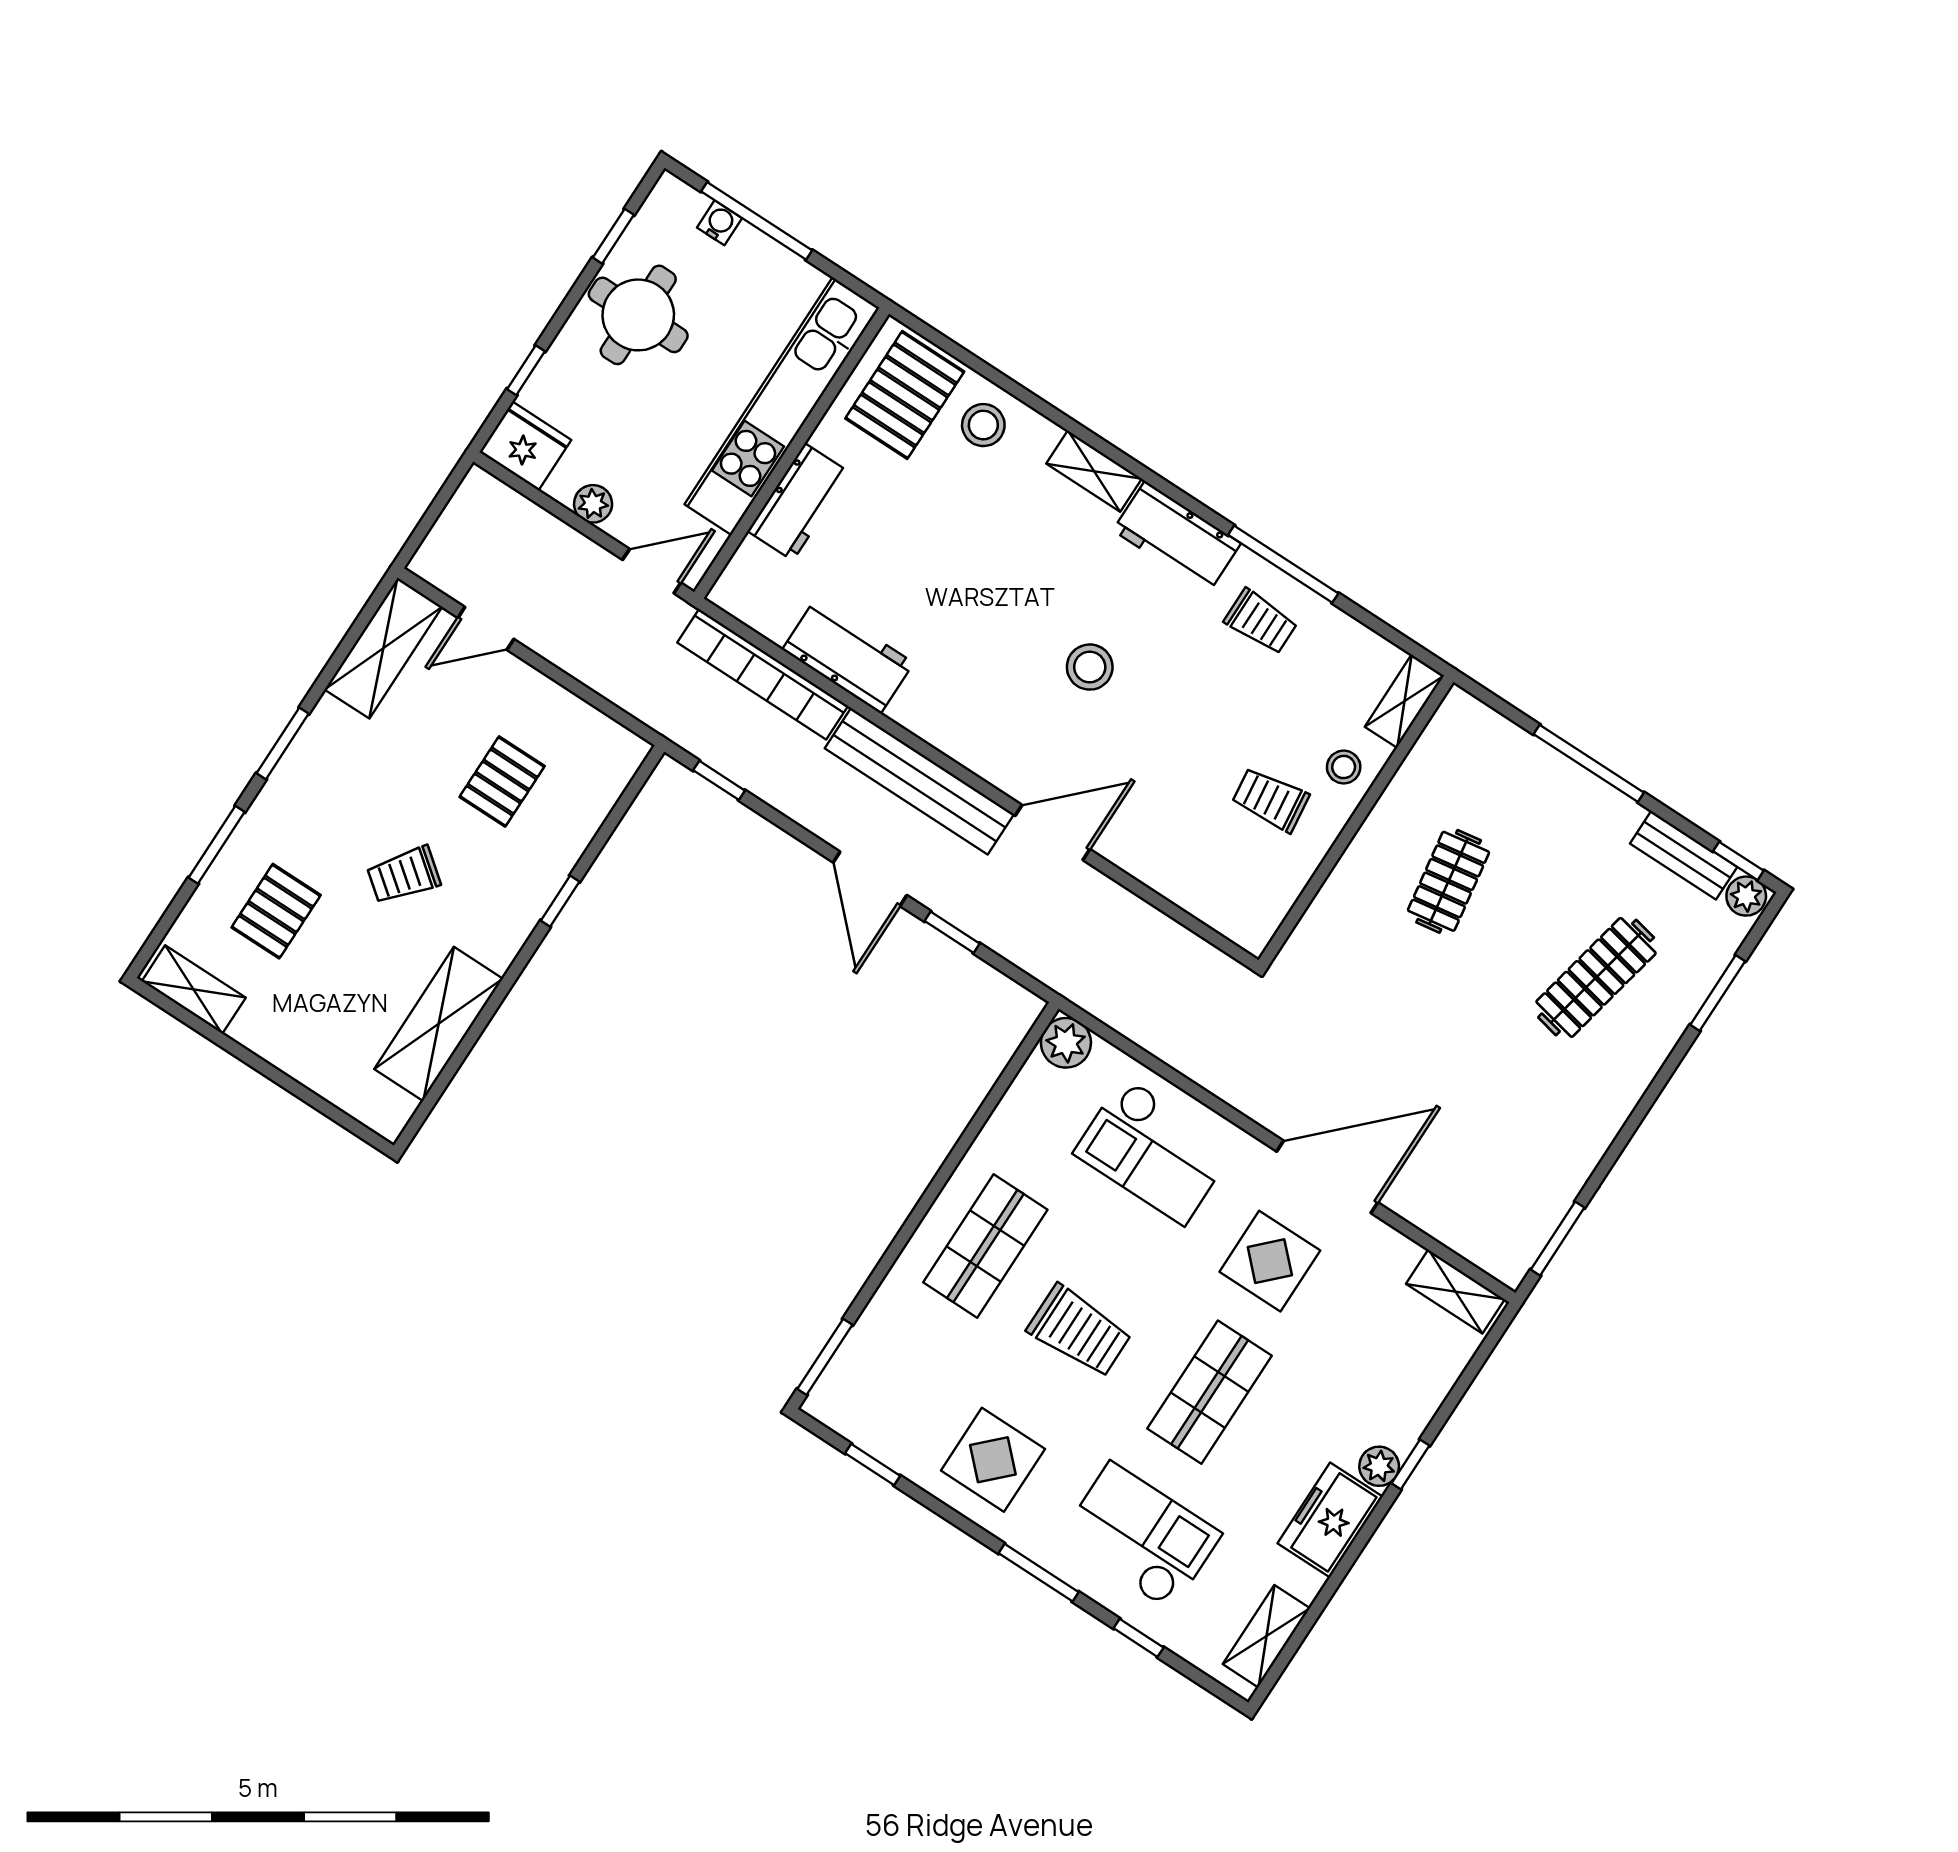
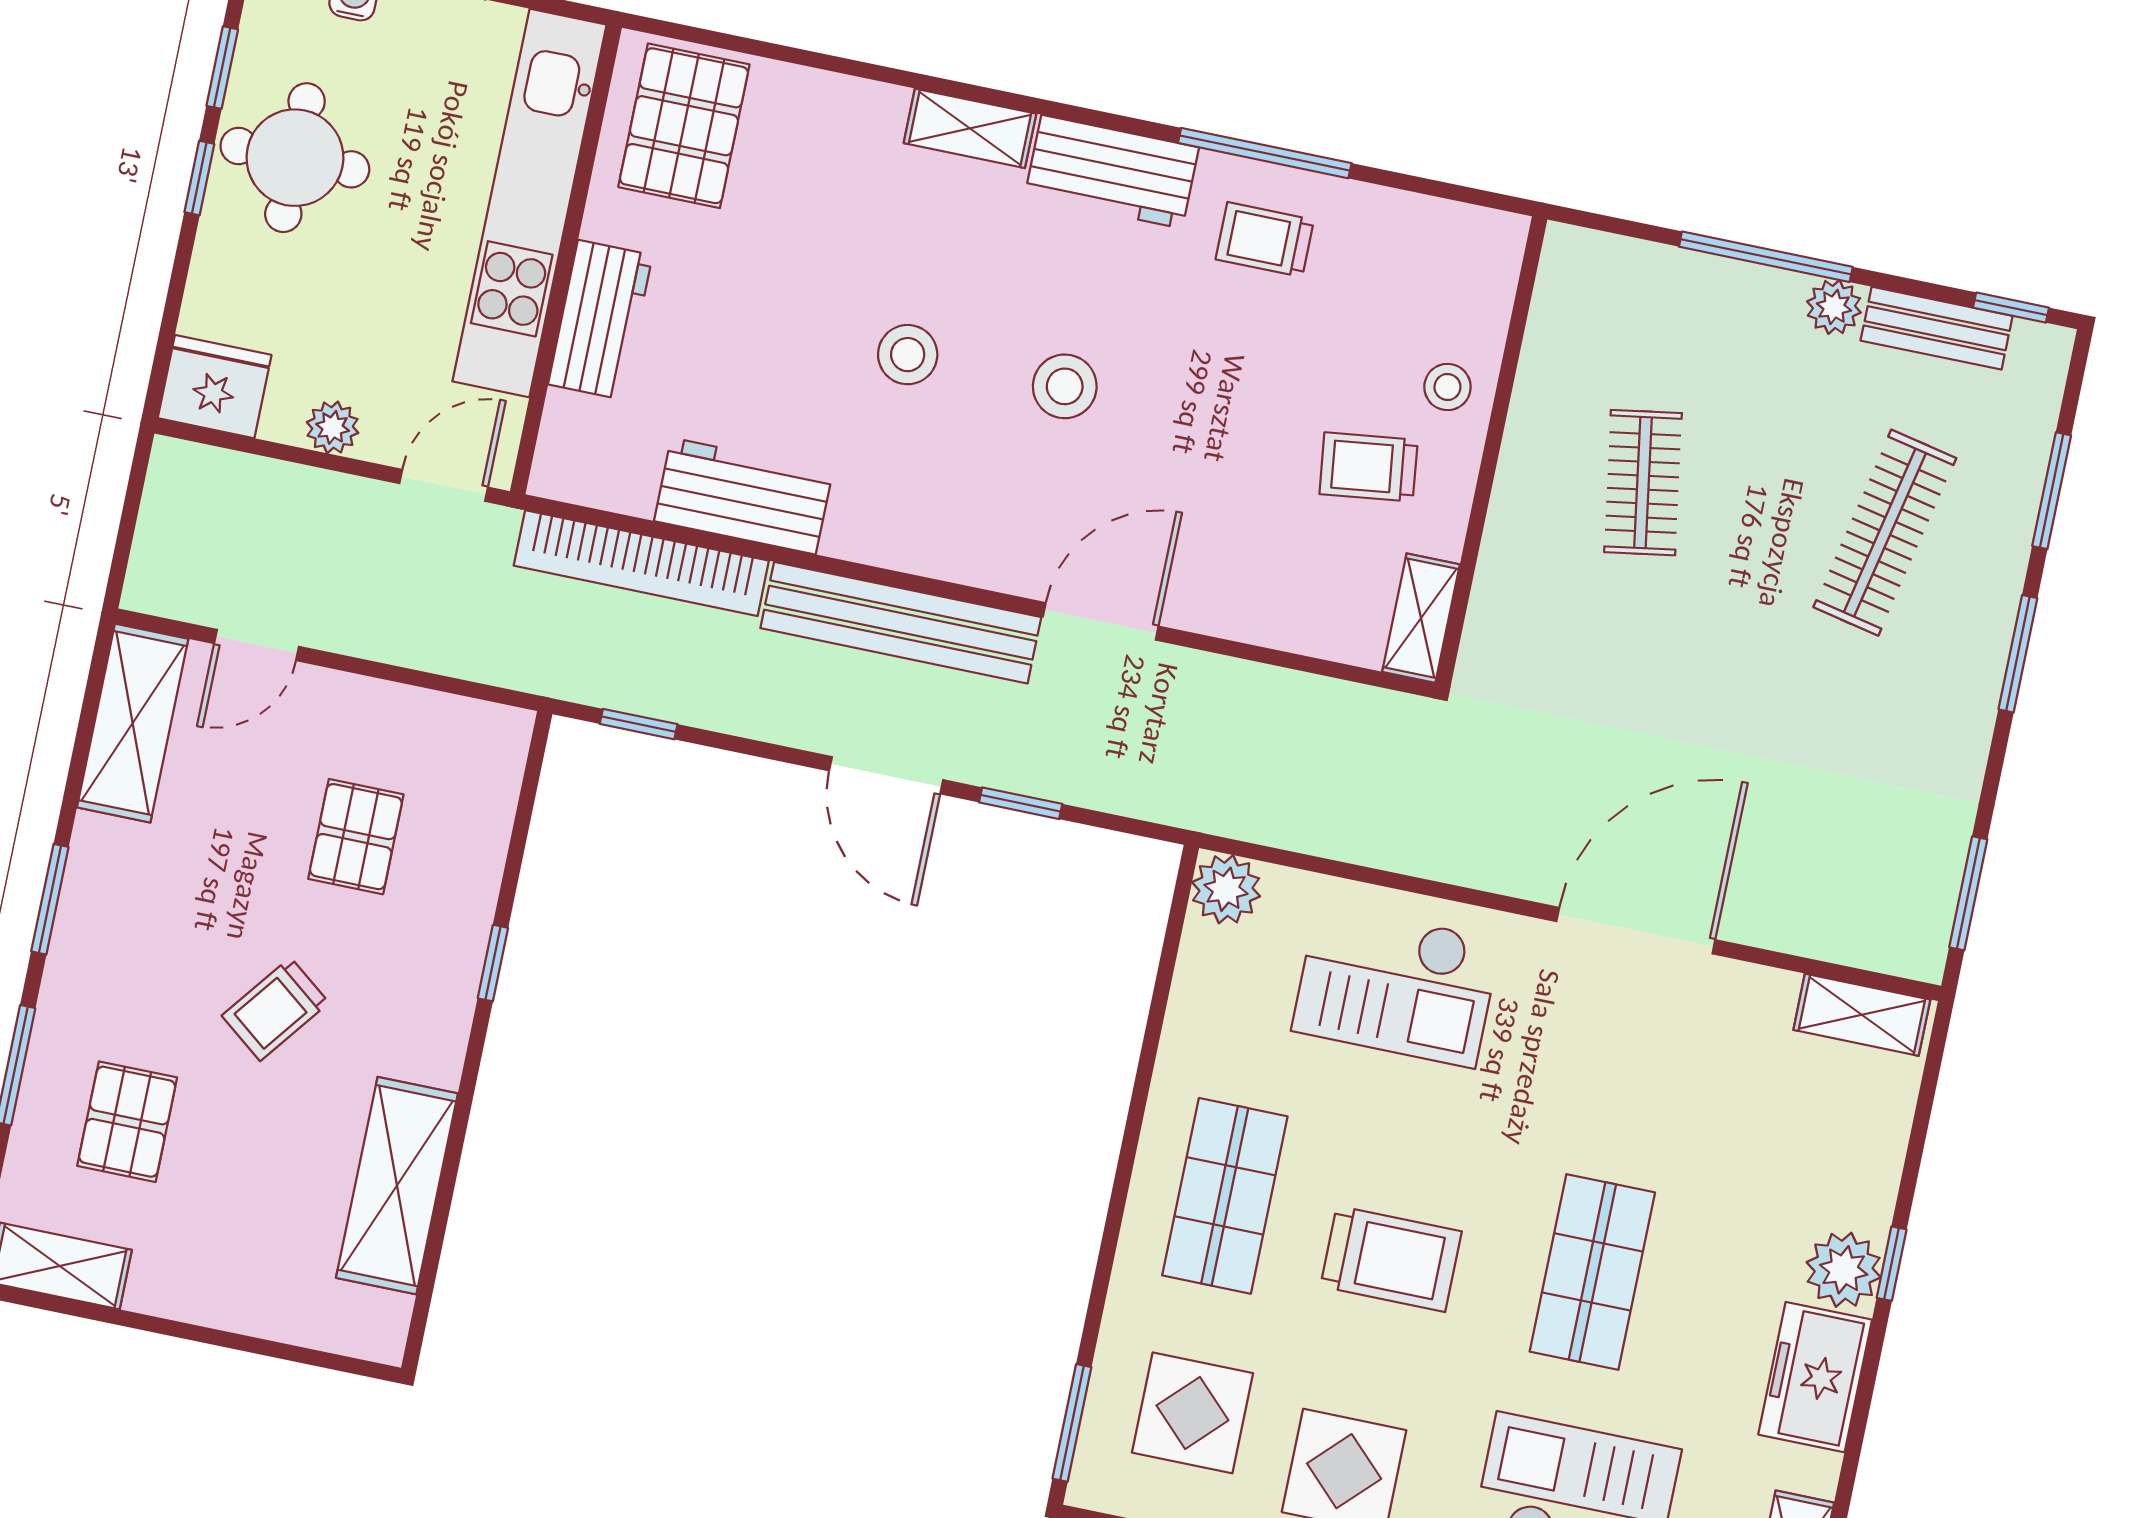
window: (526, 370) -> (199, 178), moved
stool: (983, 425) -> (908, 355), moved
trolley: (1261, 622) -> (1265, 240), turned 180
shelving: (1404, 701) -> (1421, 618), moved
plant: (1746, 896) -> (1834, 307), moved
window: (1653, 1093) -> (2018, 654), added
display table: (1270, 1261) -> (1192, 1413), moved
plant: (1379, 1466) -> (1844, 1270), width x1.38, depth x1.38

